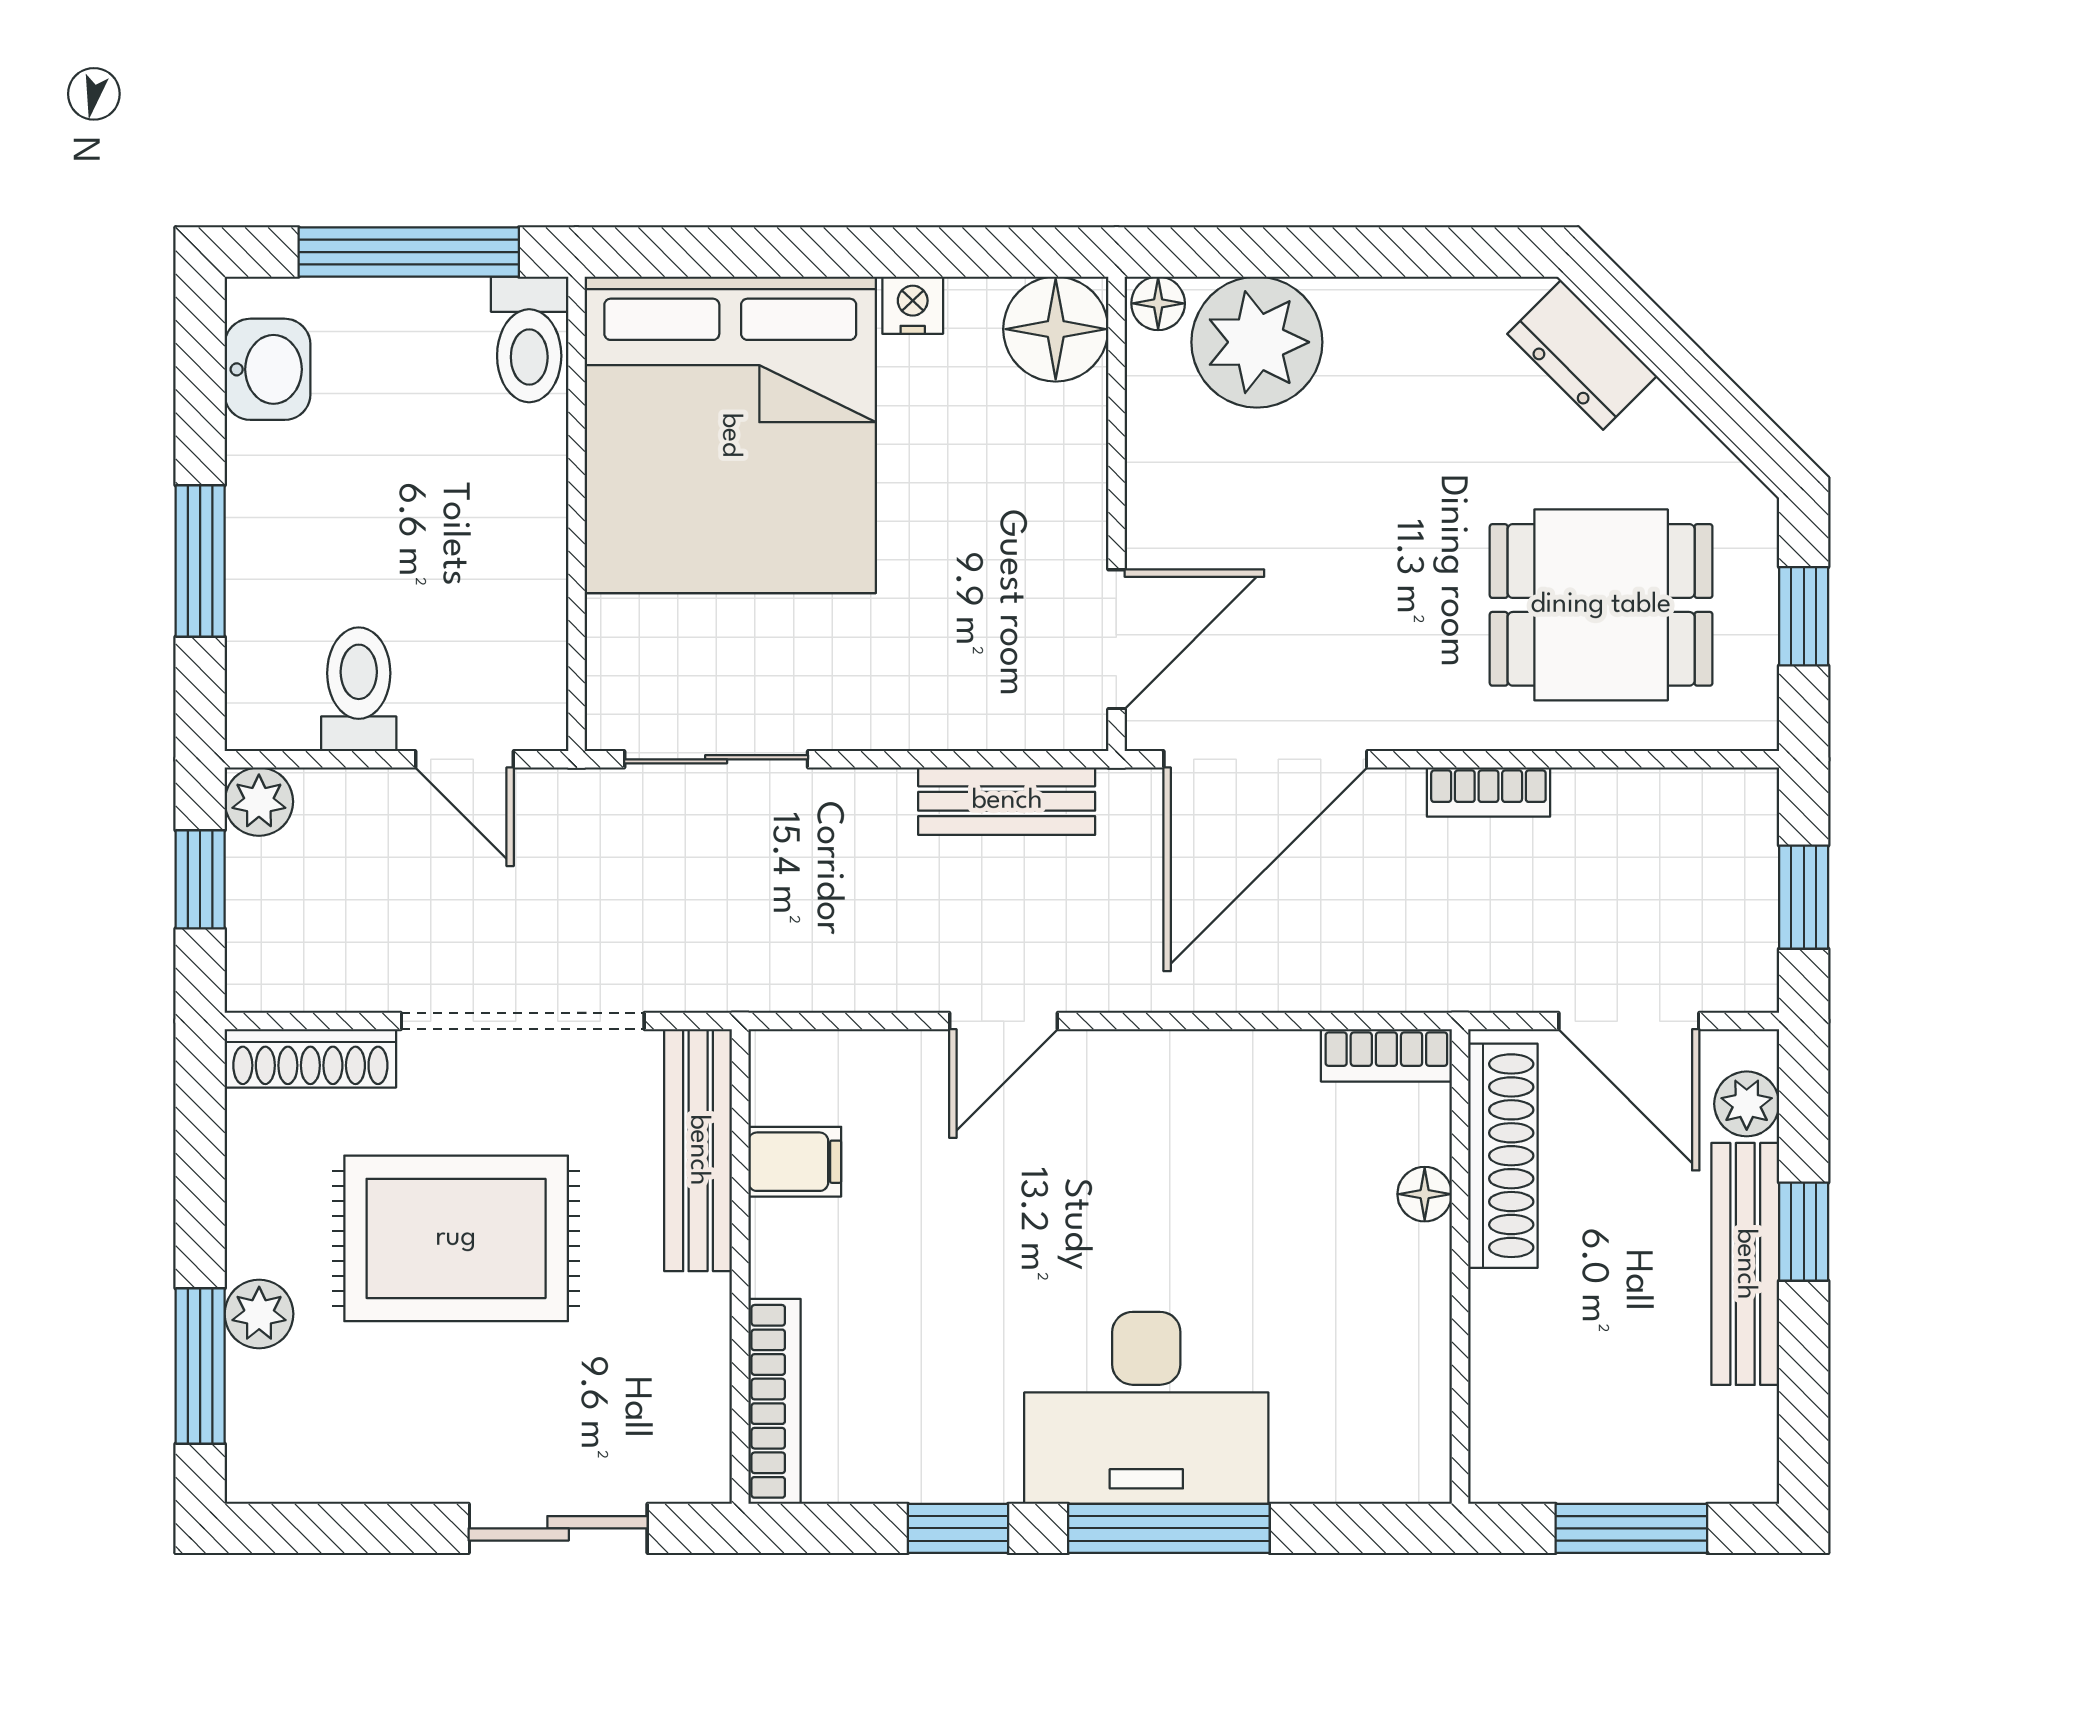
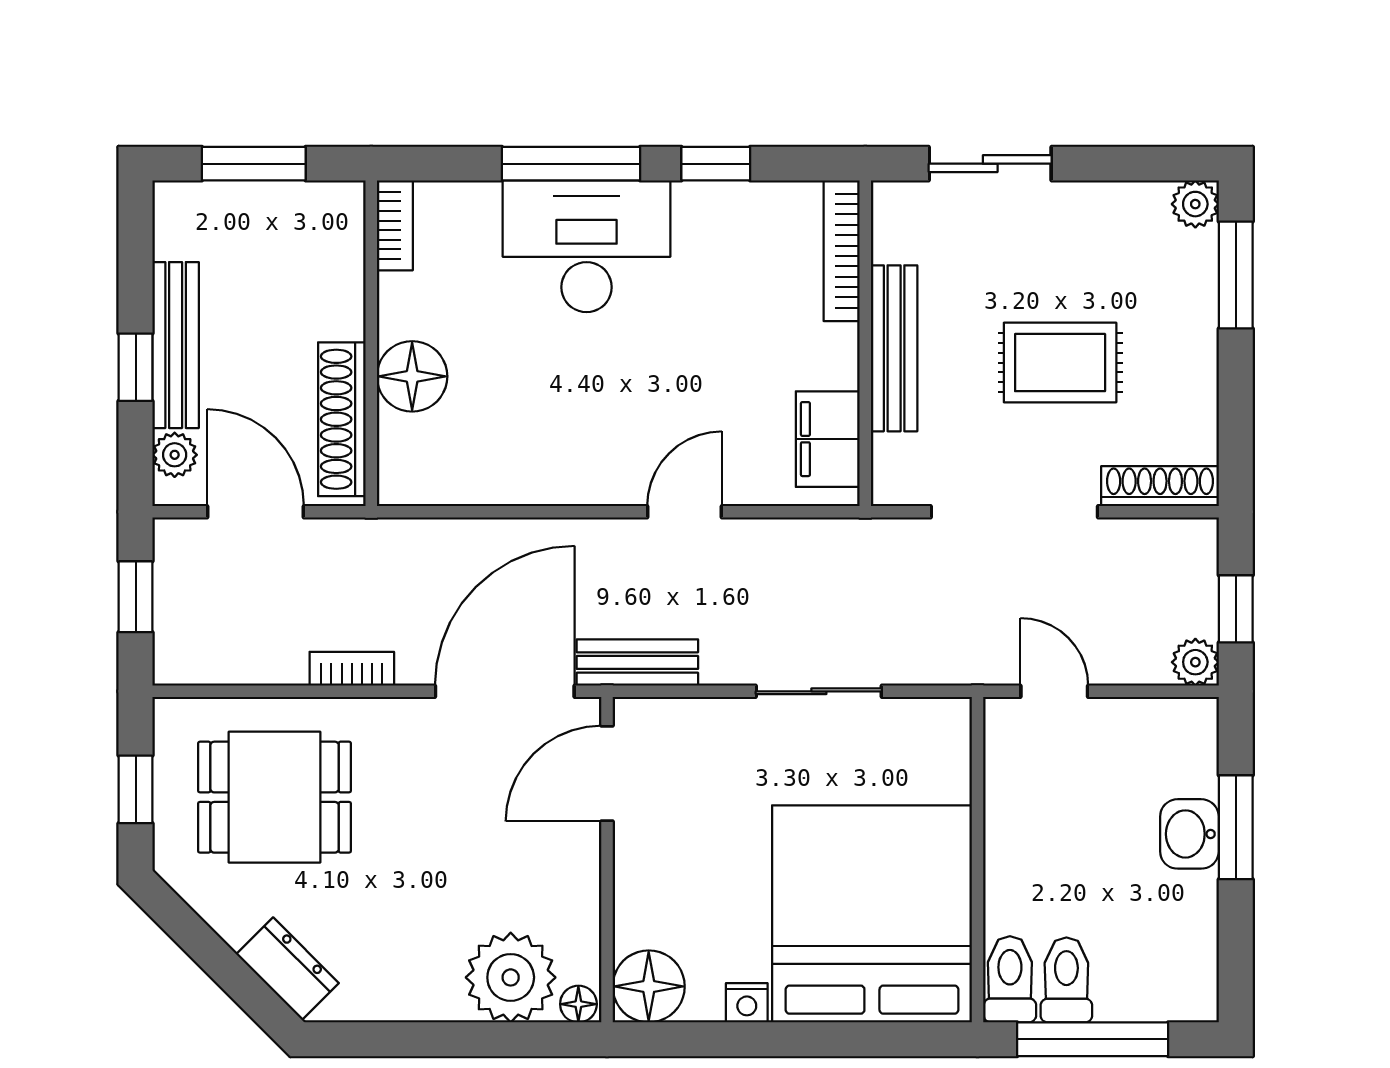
washbasin: (267, 369) -> (1189, 834), moved
toilet: (359, 689) -> (1066, 980), moved, turned 180
sliding door: (716, 759) -> (819, 691), moved
bench: (1007, 801) -> (637, 662), moved
bookcase: (1386, 1055) -> (395, 225), moved, turned 90
bench: (698, 1150) -> (894, 348), moved
filing cabinet: (795, 1162) -> (828, 439), width x2.00
floor lamp: (1425, 1194) -> (412, 376), width x1.89, depth x1.89
rug: (456, 1238) -> (1060, 363), width x0.73, depth x0.70
plant: (259, 1314) -> (1195, 204), moved

